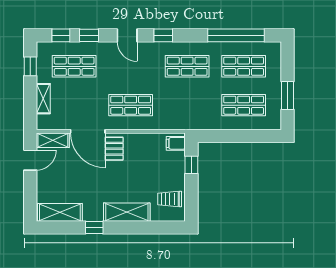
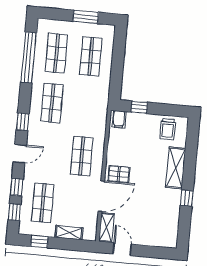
shelving: (60, 212) -> (171, 227), removed

